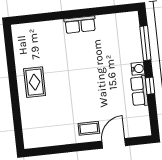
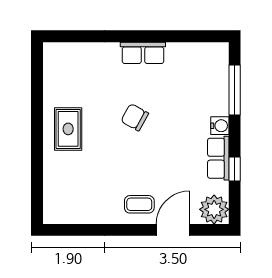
chair: (79, 69) -> (135, 117), added
window: (150, 86) -> (235, 169), moved
plant: (140, 126) -> (214, 209), added

